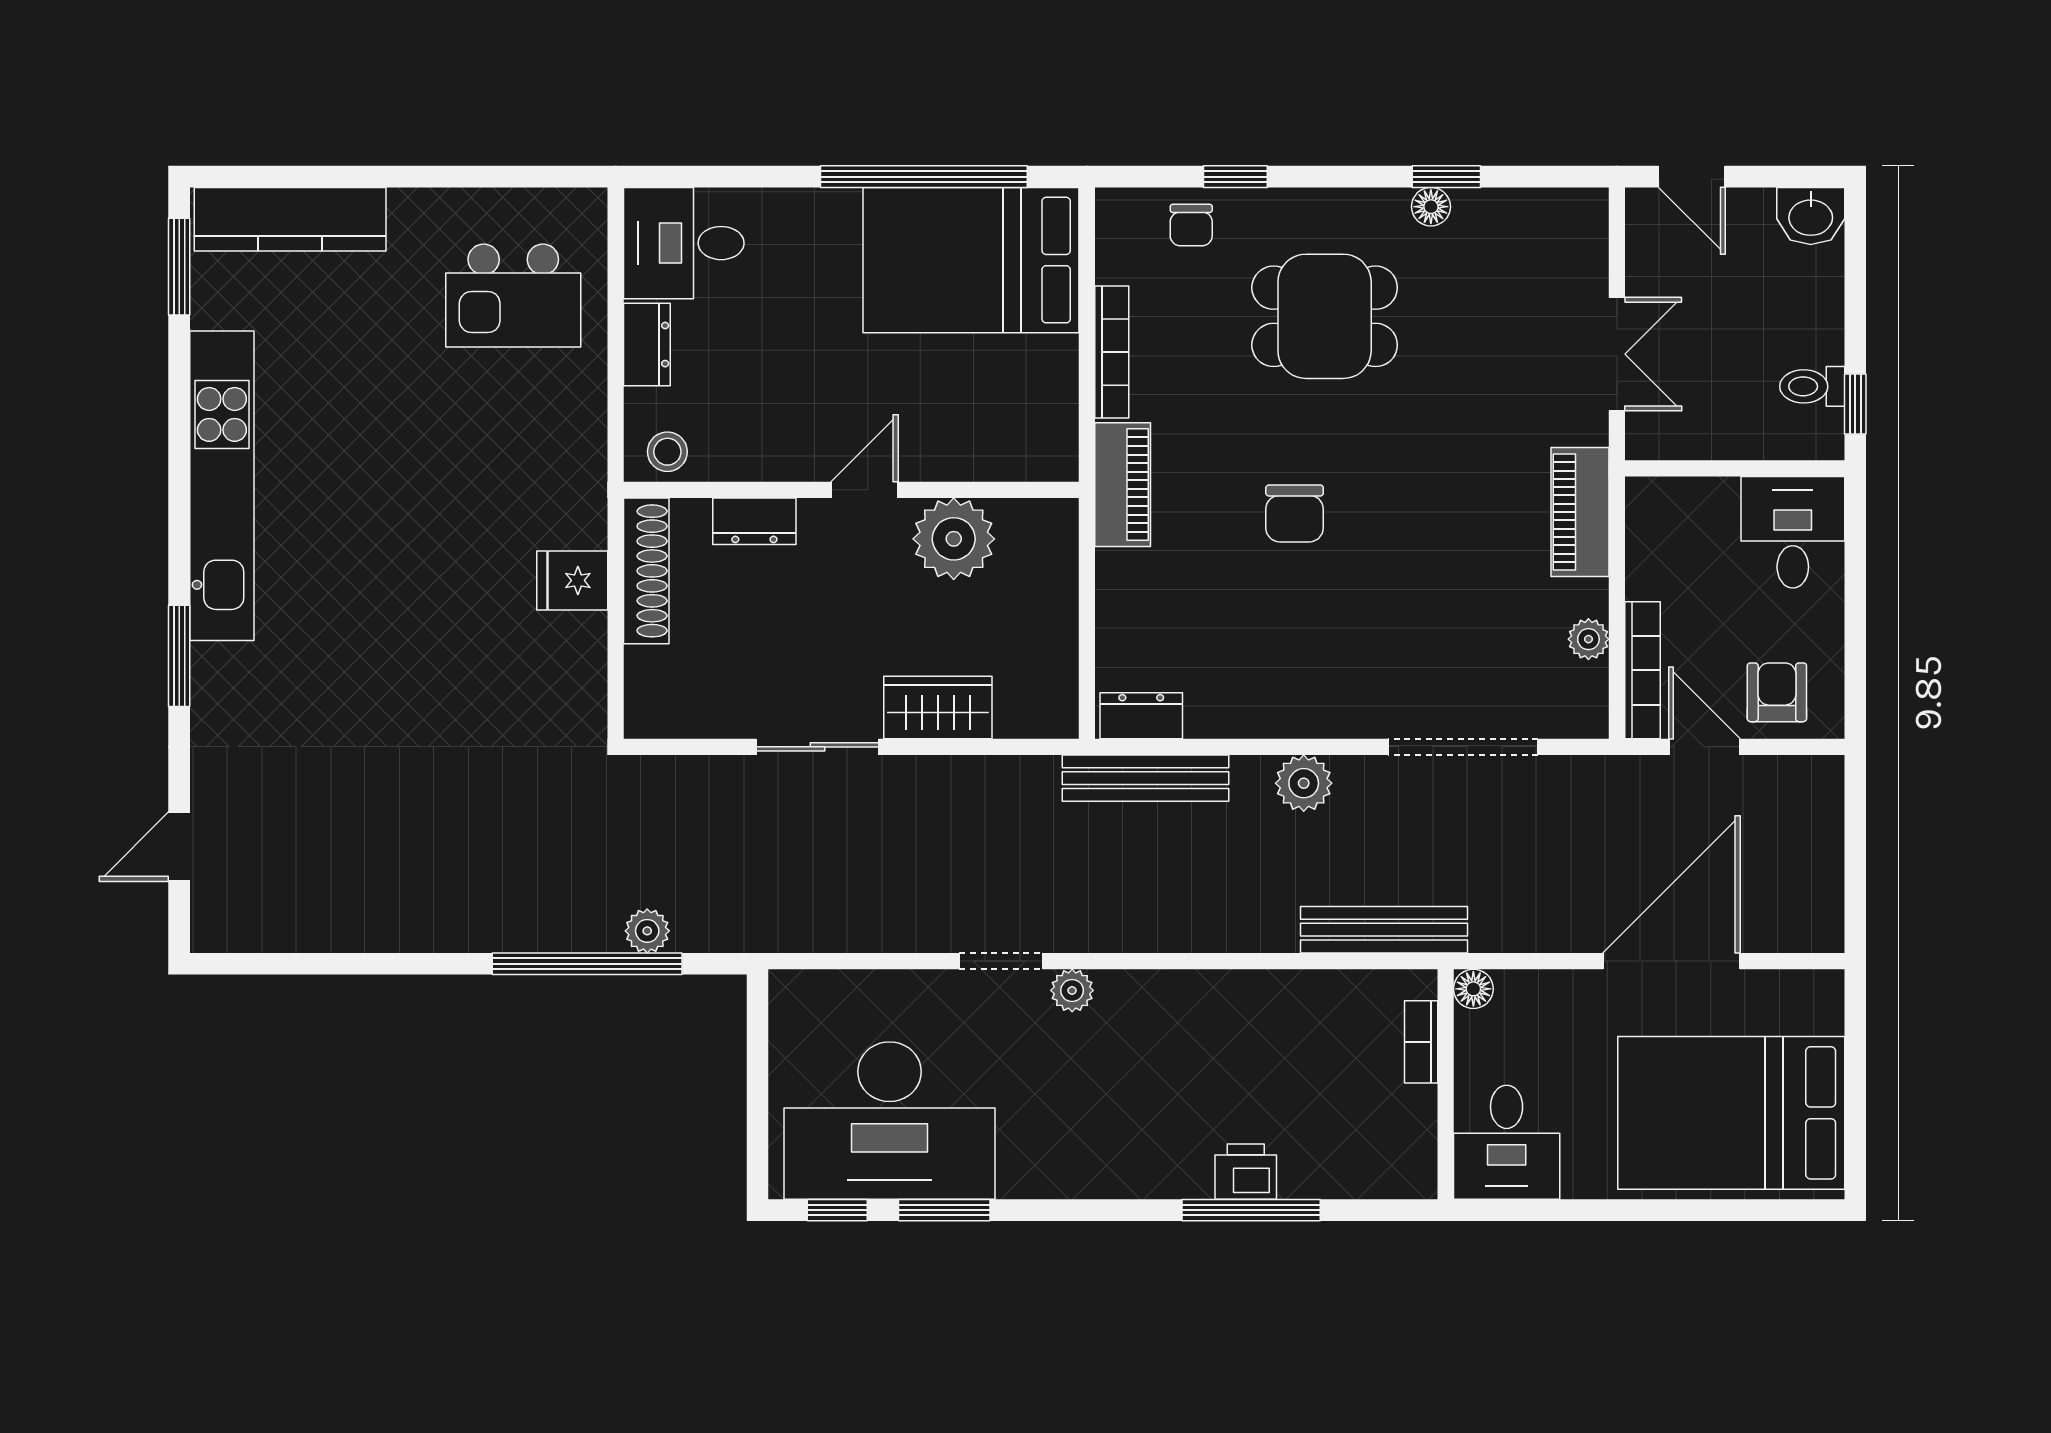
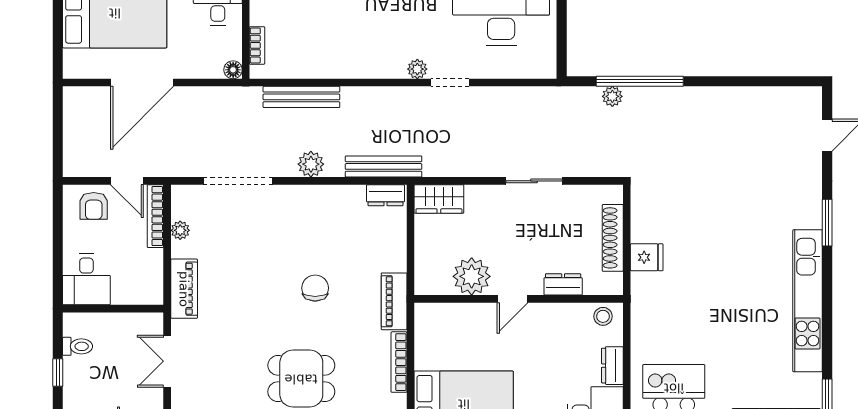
window: (1855, 404) -> (58, 373), moved
shoe rack: (646, 571) -> (613, 238), moved
wardrobe: (938, 708) -> (439, 199), moved
bench: (1384, 930) -> (301, 97), moved

